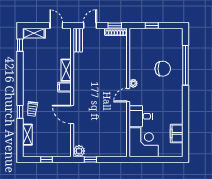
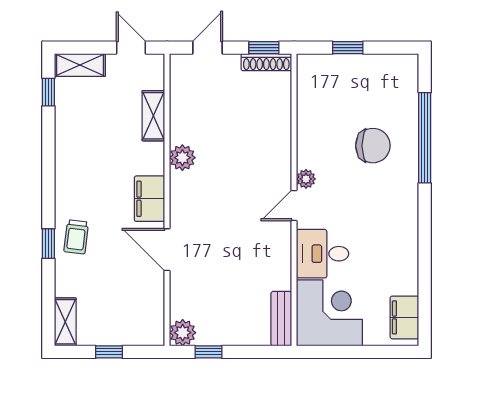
bench: (78, 40) -> (281, 319), moved
shelving: (66, 70) -> (153, 116), moved
plant: (79, 74) -> (182, 158), added
filing cabinet: (64, 87) -> (150, 199), width x2.00
filing cabinet: (177, 133) -> (404, 317), moved
shelving: (27, 135) -> (65, 322), moved

